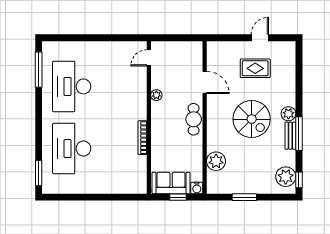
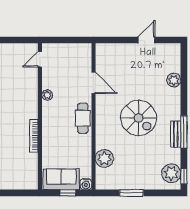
rug: (255, 68) -> (142, 69), removed
plant: (288, 114) -> (174, 80), moved

